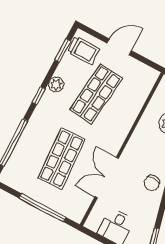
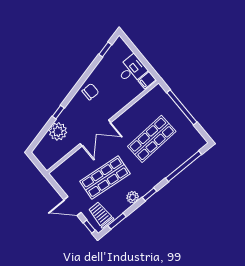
window: (91, 32) -> (89, 227), added
double door: (107, 178) -> (95, 133), moved
filing cabinet: (94, 222) -> (147, 80), added

